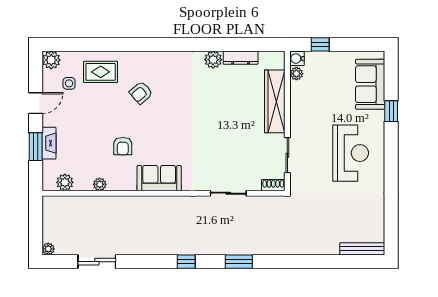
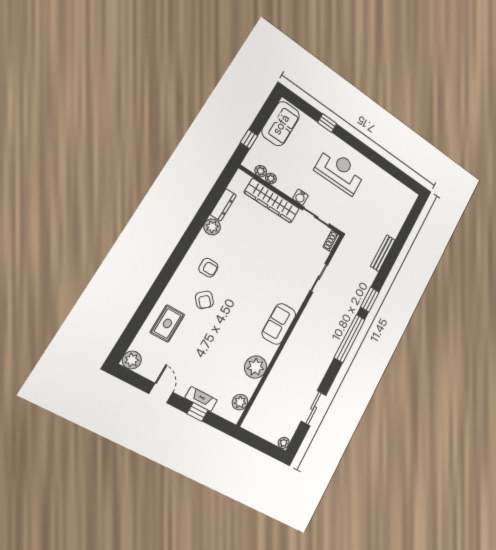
water cooler: (297, 59) -> (300, 197), moved
side table: (69, 83) -> (161, 355), removed
sofa: (370, 84) -> (281, 124), moved, turned -90
plant: (296, 88) -> (271, 178), added
armchair: (123, 146) -> (208, 268), moved
window: (36, 147) -> (198, 412), width x0.67
plant: (100, 184) -> (256, 367), width x1.87, depth x1.87
bench: (362, 249) -> (383, 253), moved
window: (186, 262) -> (350, 339), width x3.17

